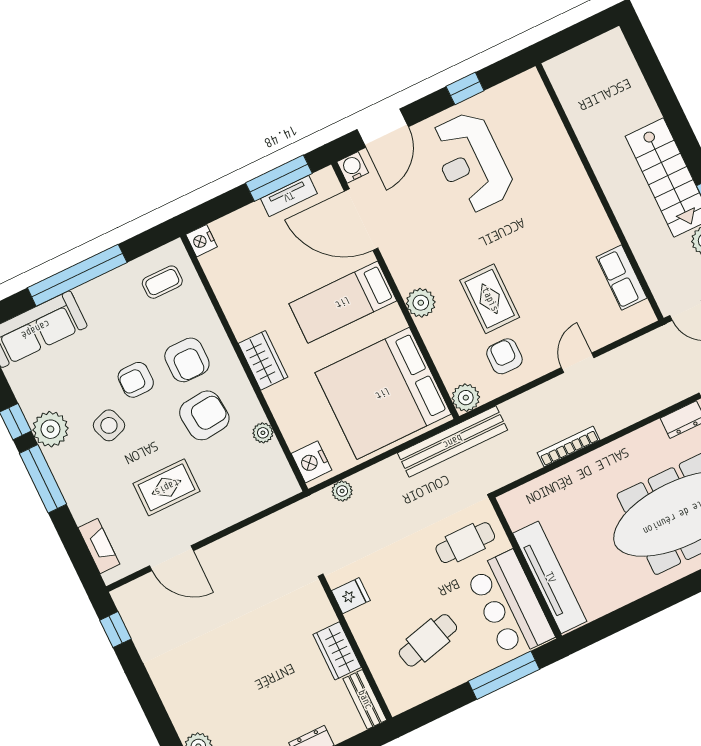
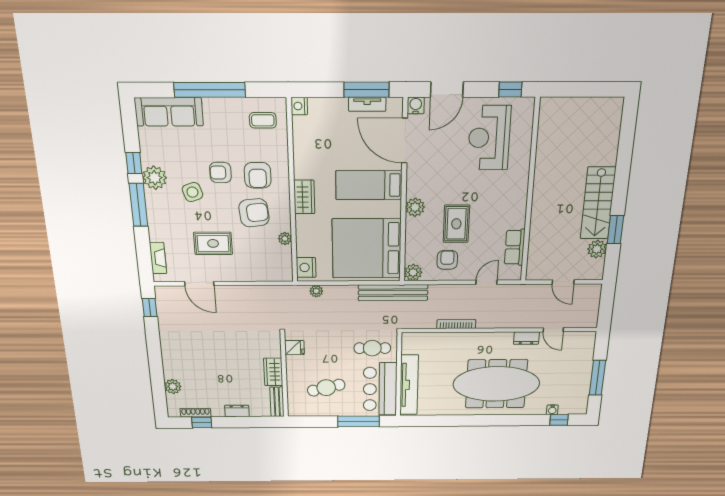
wall: (600, 192) -> (530, 193), moved
row of seats: (622, 278) -> (515, 247), moved

